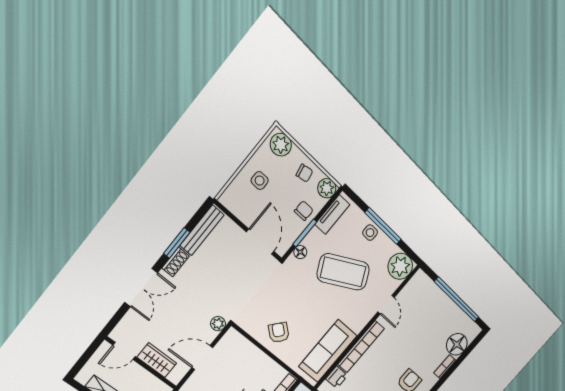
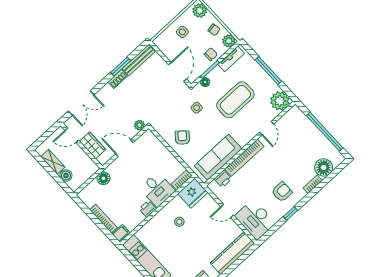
side table: (370, 233) -> (197, 108), moved
coffee table: (343, 272) -> (235, 100), turned -62
double door: (141, 288) -> (81, 103), moved

